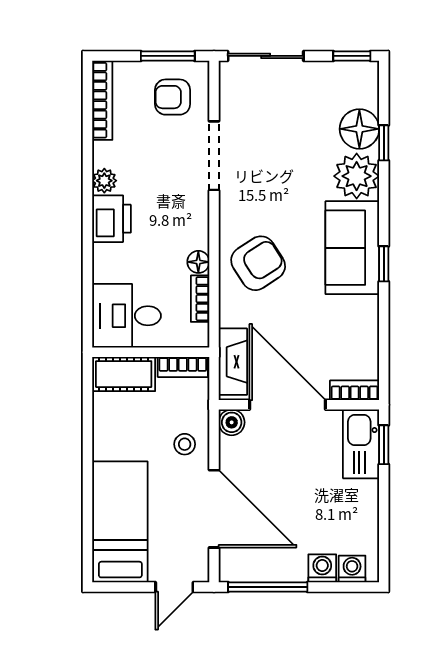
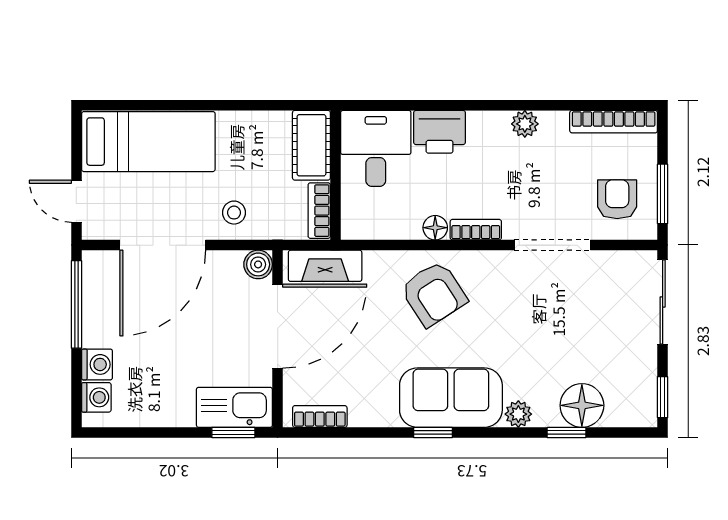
plant: (357, 176) -> (518, 414), width x0.53, depth x0.53
printer: (111, 219) -> (440, 132), moved
bookcase: (200, 299) -> (476, 230), moved
bookcase: (355, 390) -> (320, 416), moved, turned -90

